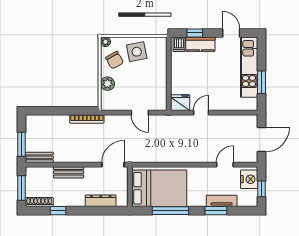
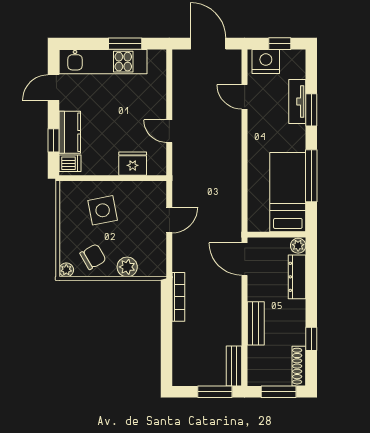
side table: (137, 52) -> (103, 210), moved
fridge: (180, 103) -> (133, 164), moved, turned 90
bed: (159, 188) -> (288, 192), width x0.67
plant: (122, 201) -> (298, 246), added

